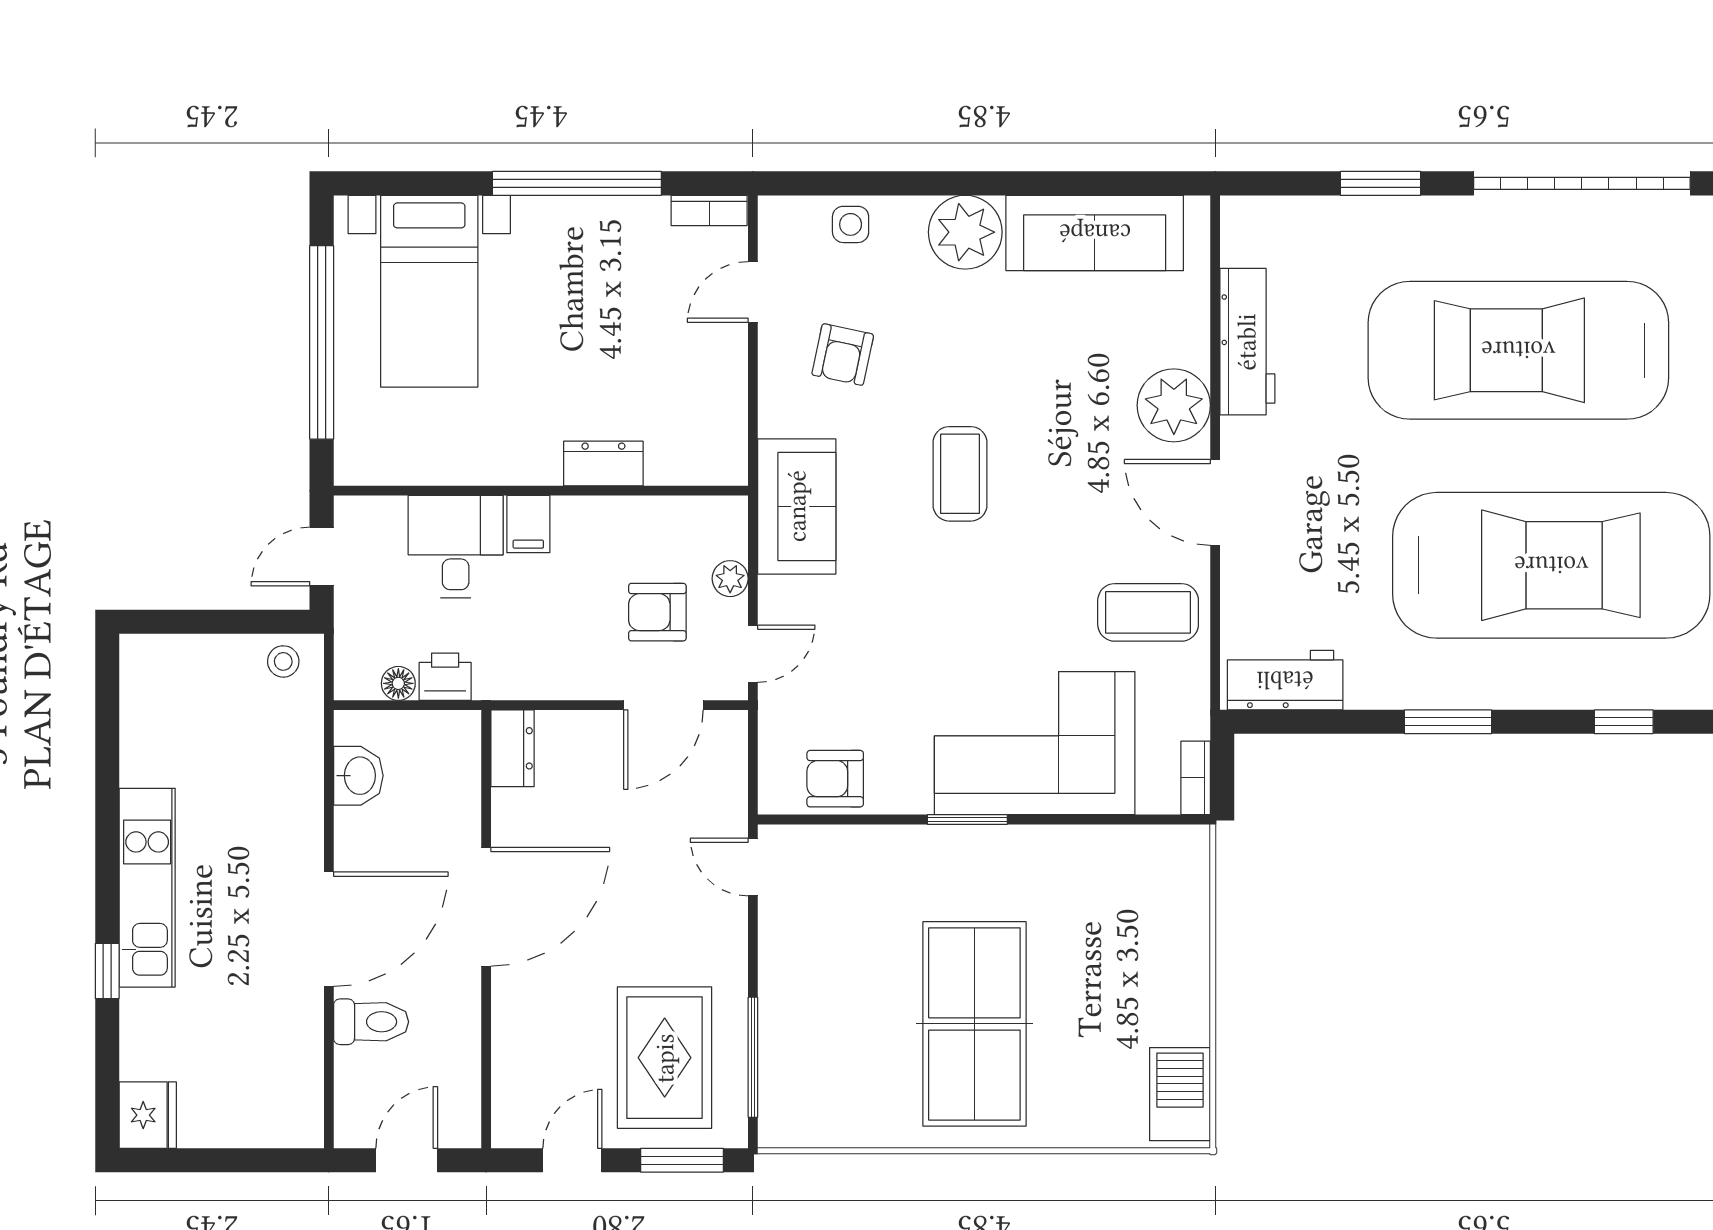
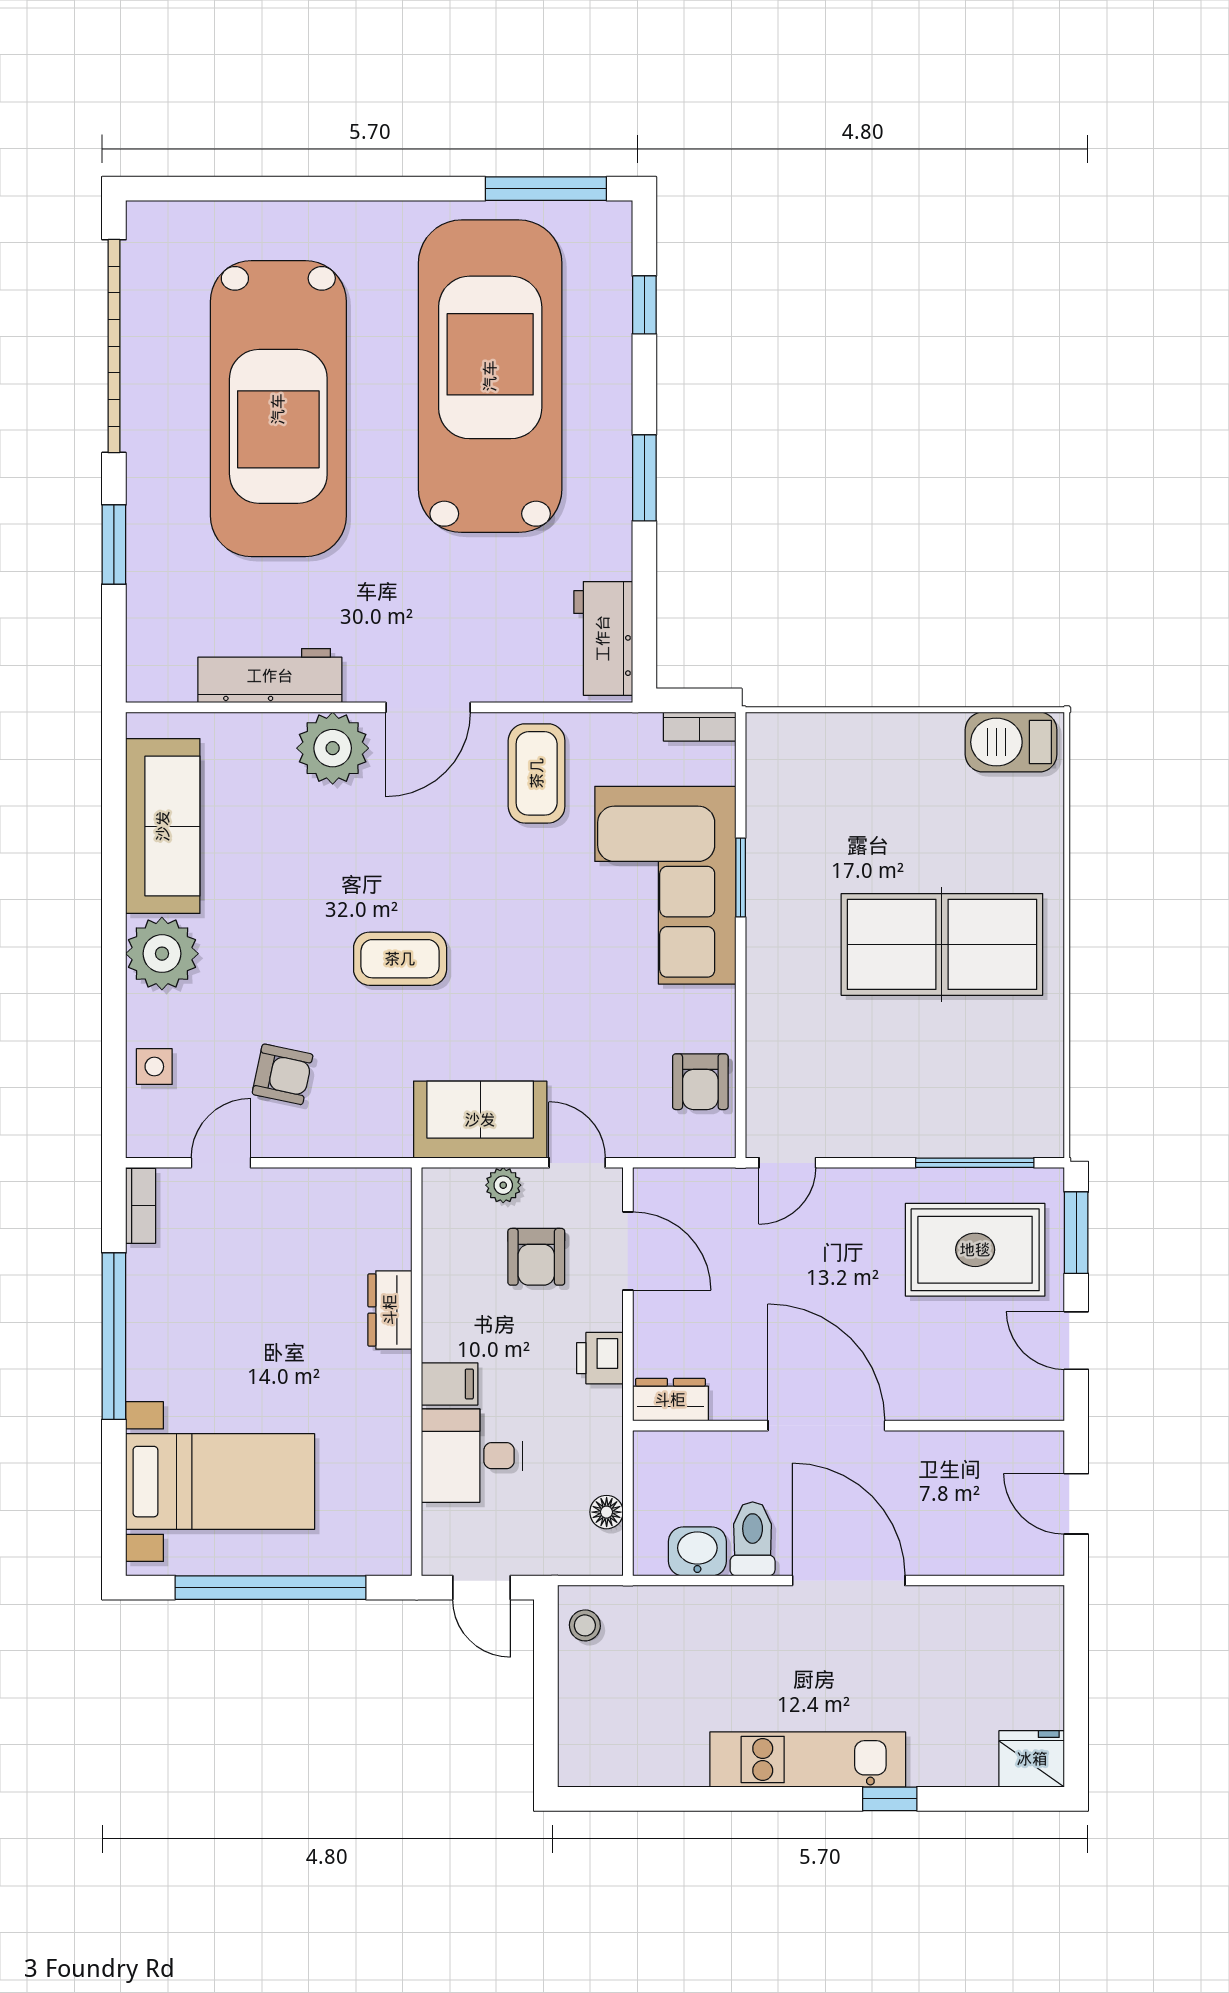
door: (753, 292) -> (221, 1163), swing flipped
sofa: (797, 506) -> (480, 1120), moved
printer: (445, 677) -> (600, 1358), moved
window: (967, 820) -> (741, 878), moved
toilet: (371, 1022) -> (753, 1539), moved

